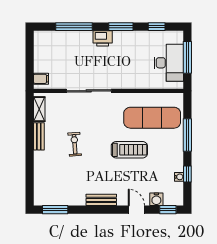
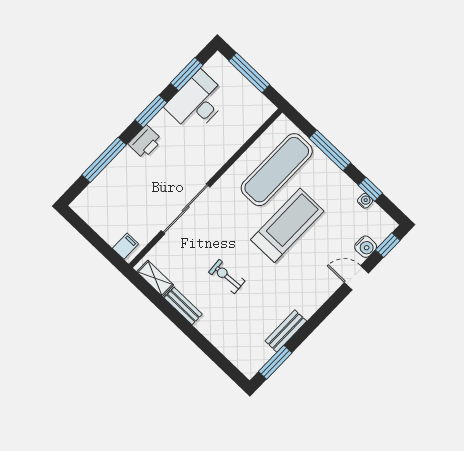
window: (157, 27) -> (187, 74), width x1.50
desk: (169, 63) -> (197, 102), moved, turned -90
treadmill: (129, 150) -> (287, 225), width x1.37, depth x1.38
bench: (101, 200) -> (286, 331), moved

